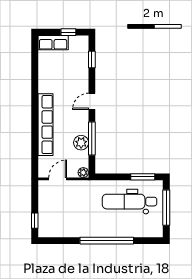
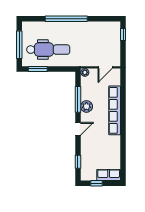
plant: (81, 143) -> (86, 106), moved

